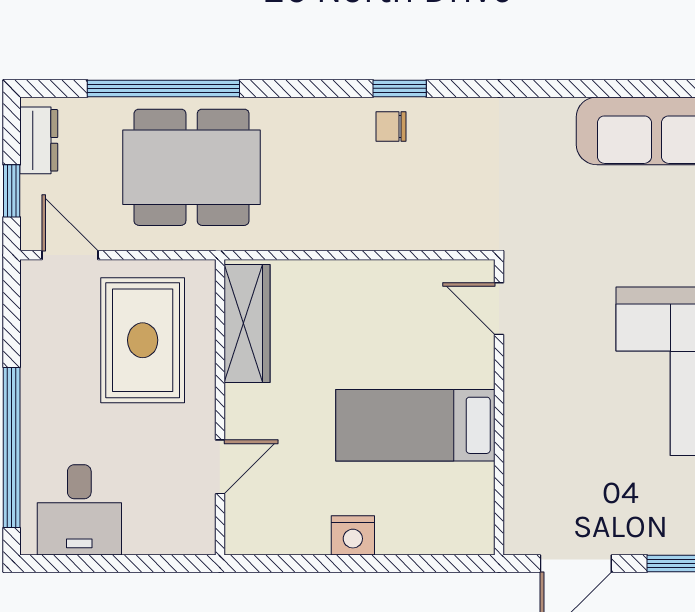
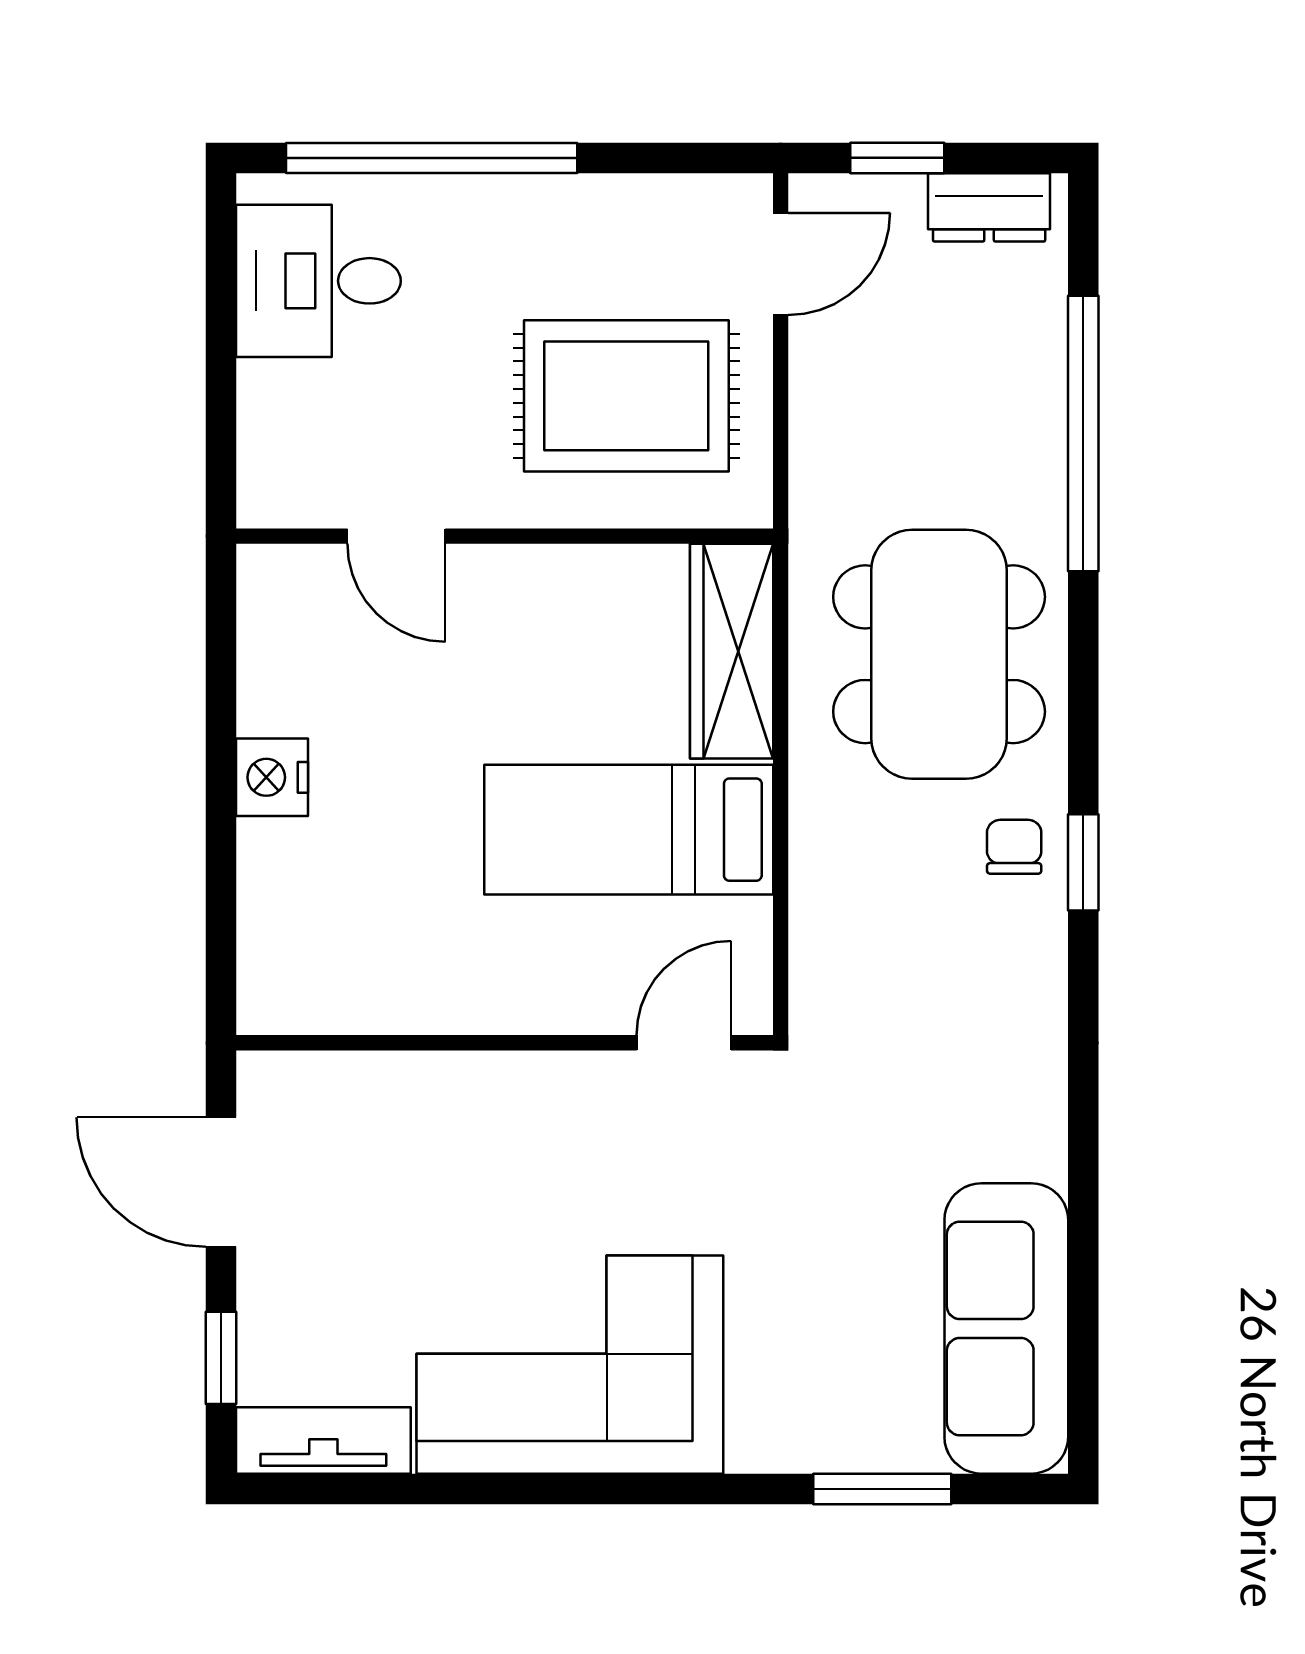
dining table: (192, 167) -> (939, 654), moved
wardrobe: (247, 324) -> (732, 651), moved, turned 90
bed: (415, 425) -> (629, 830), moved, turned -90

